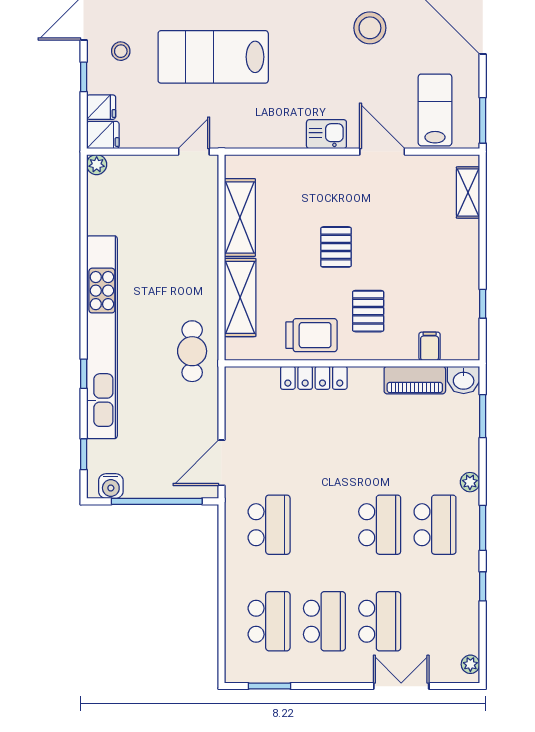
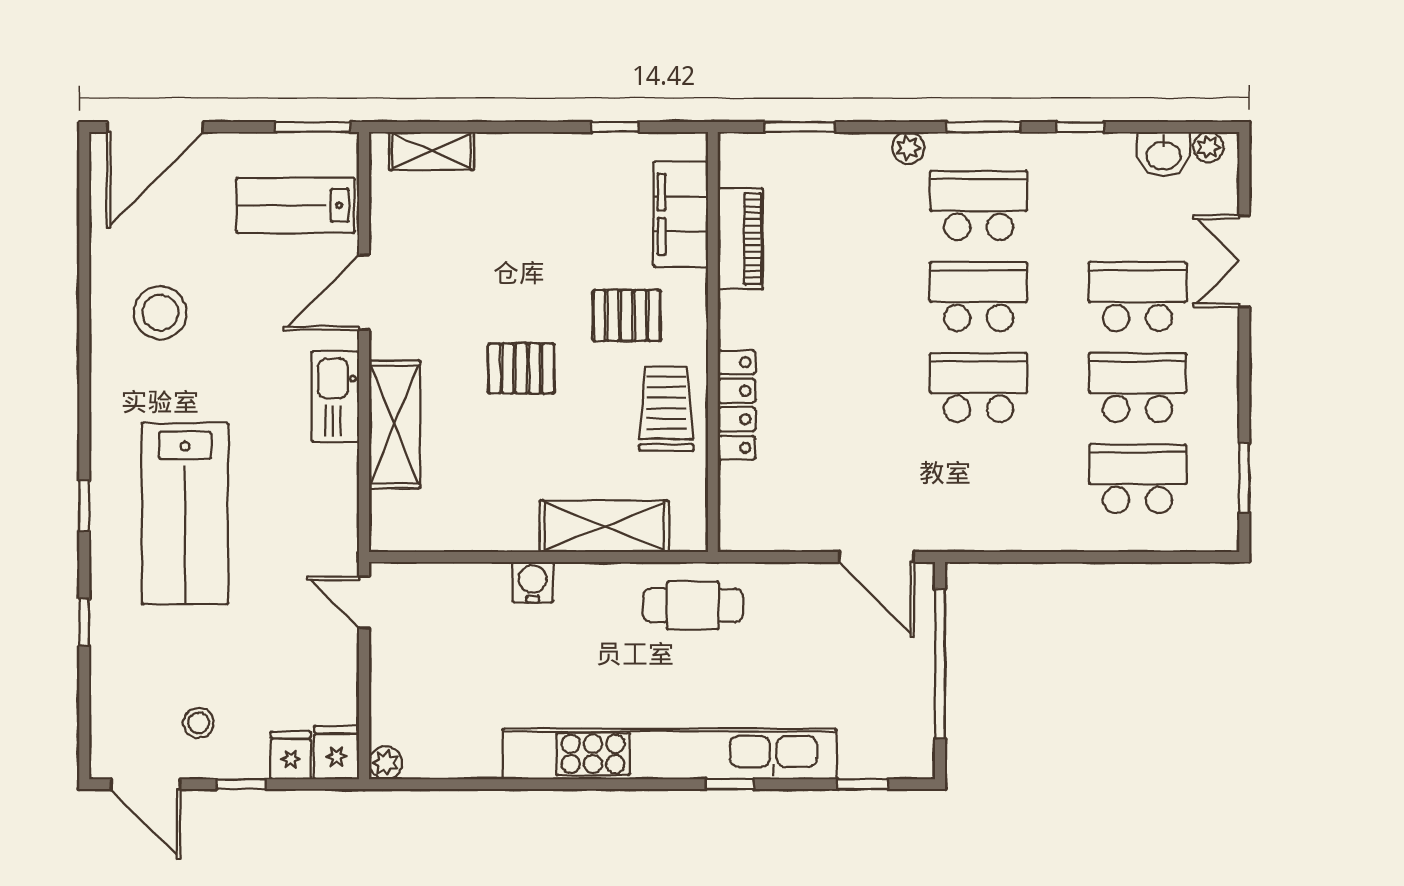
lab bench: (213, 57) -> (185, 513), moved
kitchen sink: (326, 134) -> (335, 396), width x1.38
shelving: (240, 218) -> (394, 424), moved, turned 90
filing cabinet: (430, 346) -> (681, 214), width x3.00, depth x1.17
washbasin: (464, 380) -> (1164, 154), moved, turned 90
water cooler: (111, 486) -> (533, 582), moved, turned -90
school desk: (269, 525) -> (979, 388), moved

